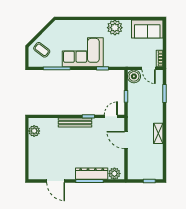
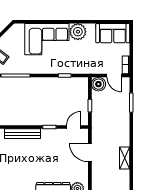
corner sofa: (83, 52) -> (47, 39), moved, turned 180
bench: (75, 123) -> (22, 134), moved
shelving: (158, 133) -> (125, 158), moved

